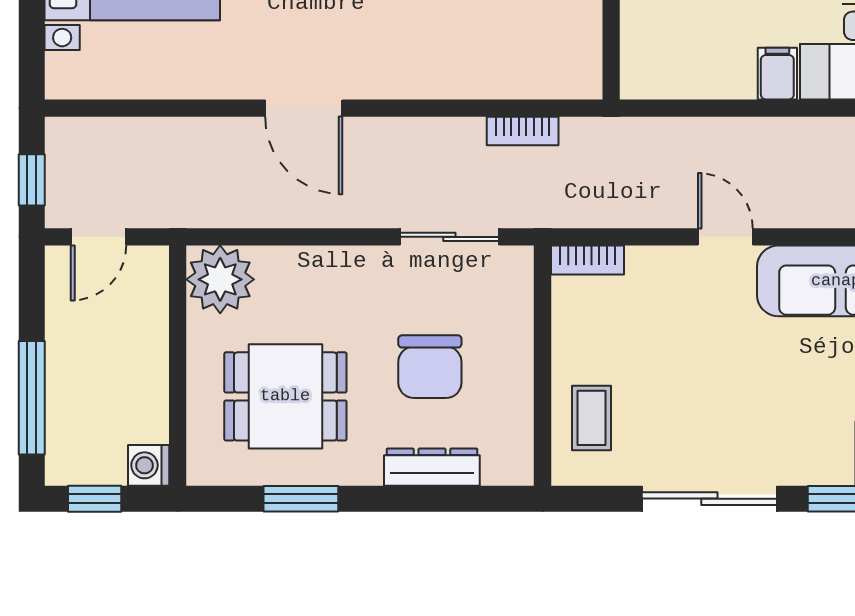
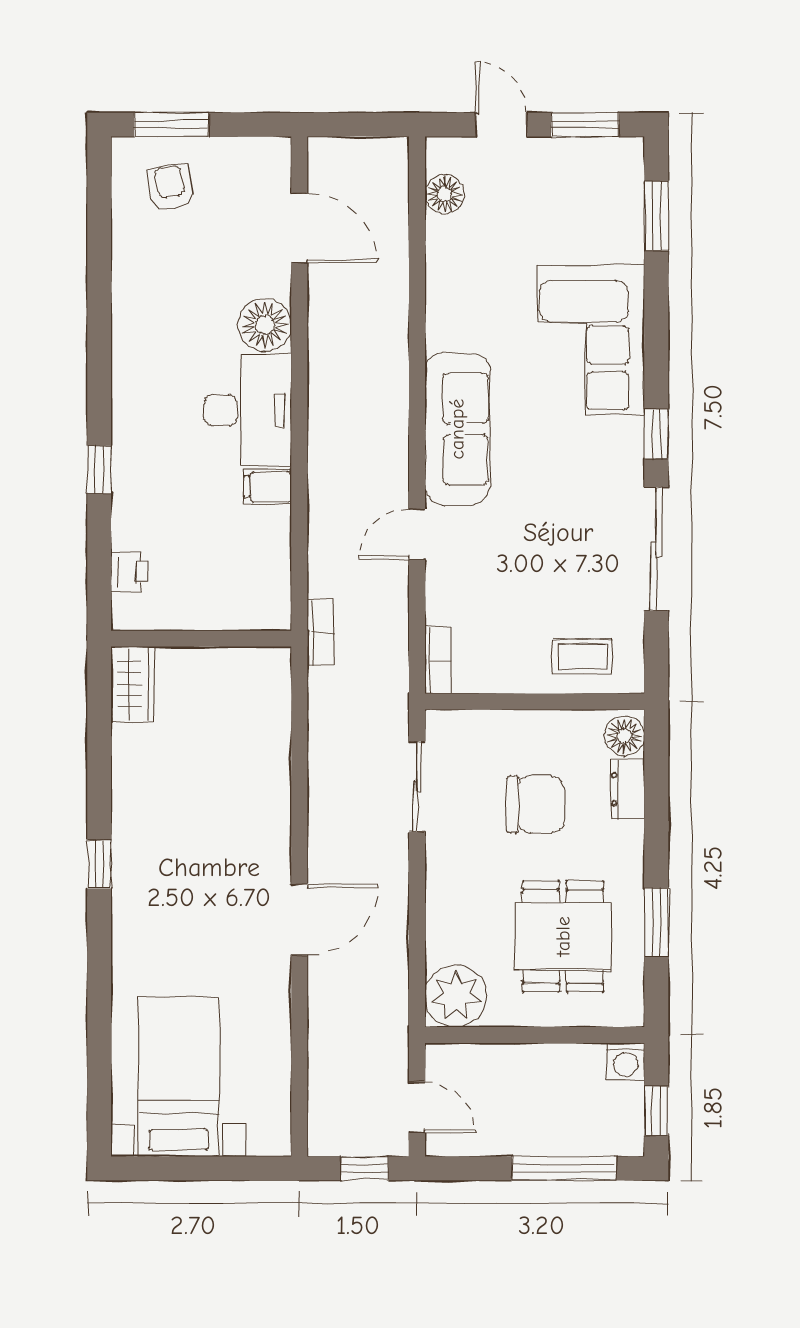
bookcase: (523, 131) -> (320, 632), moved
floor lamp: (505, 464) -> (625, 736), added
dresser: (432, 467) -> (627, 789), width x0.70

